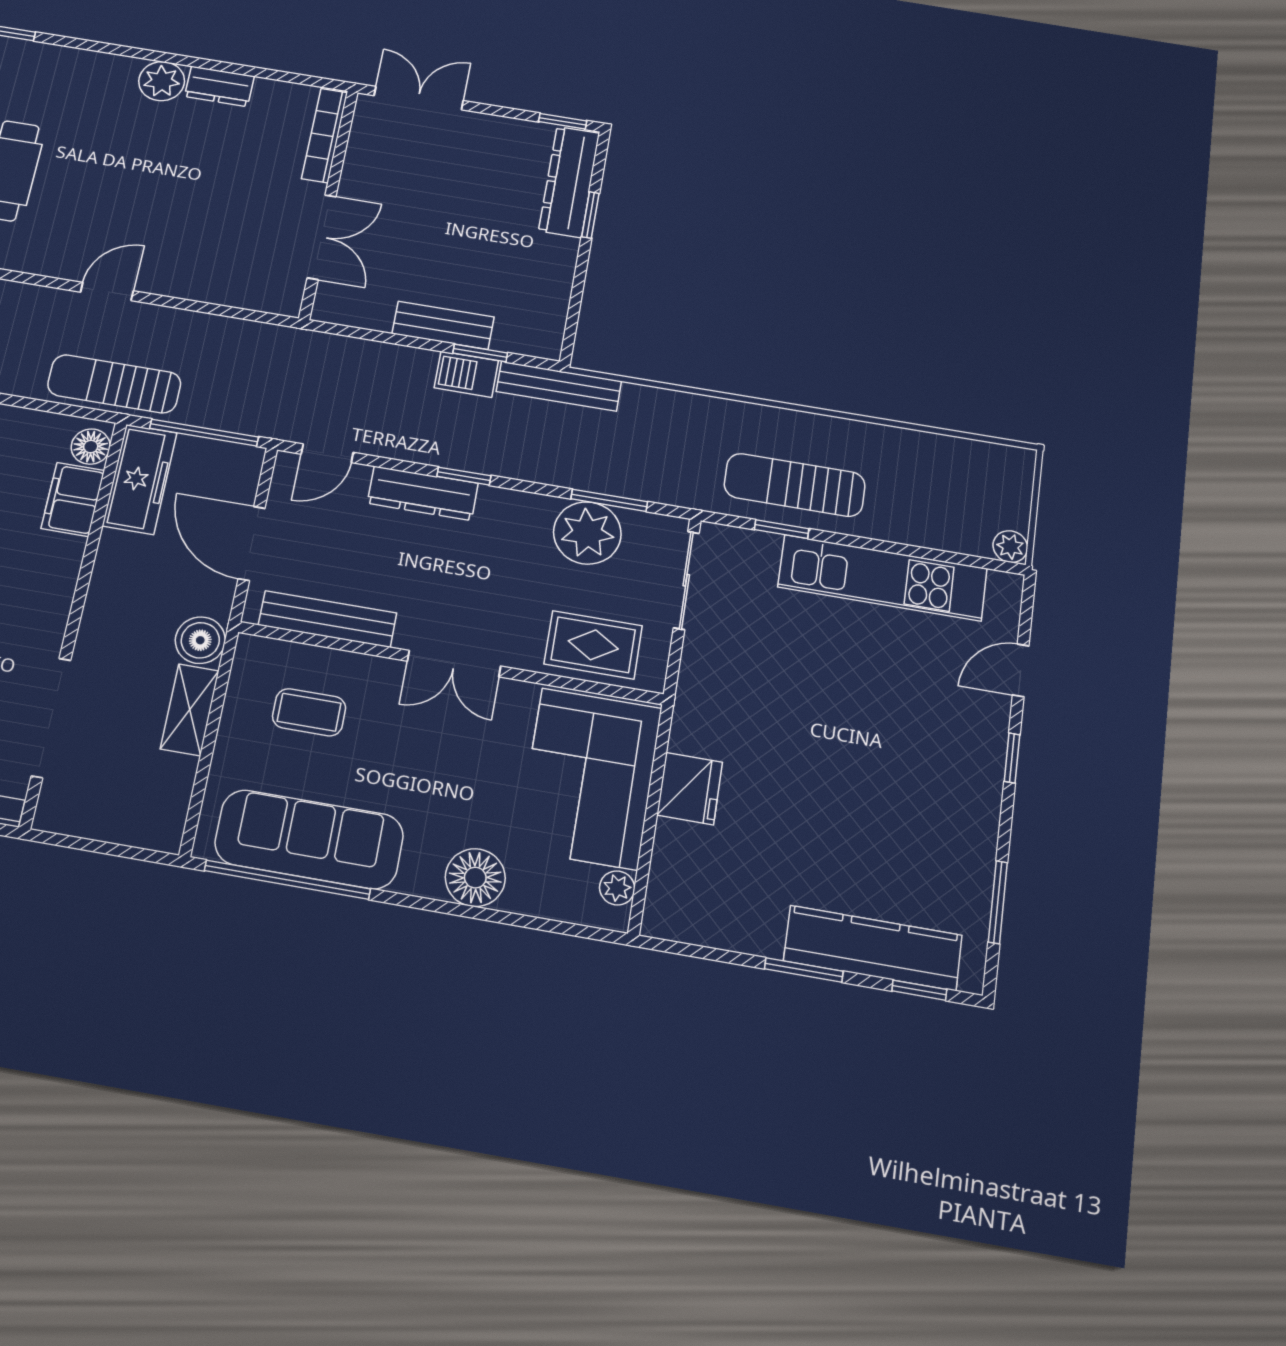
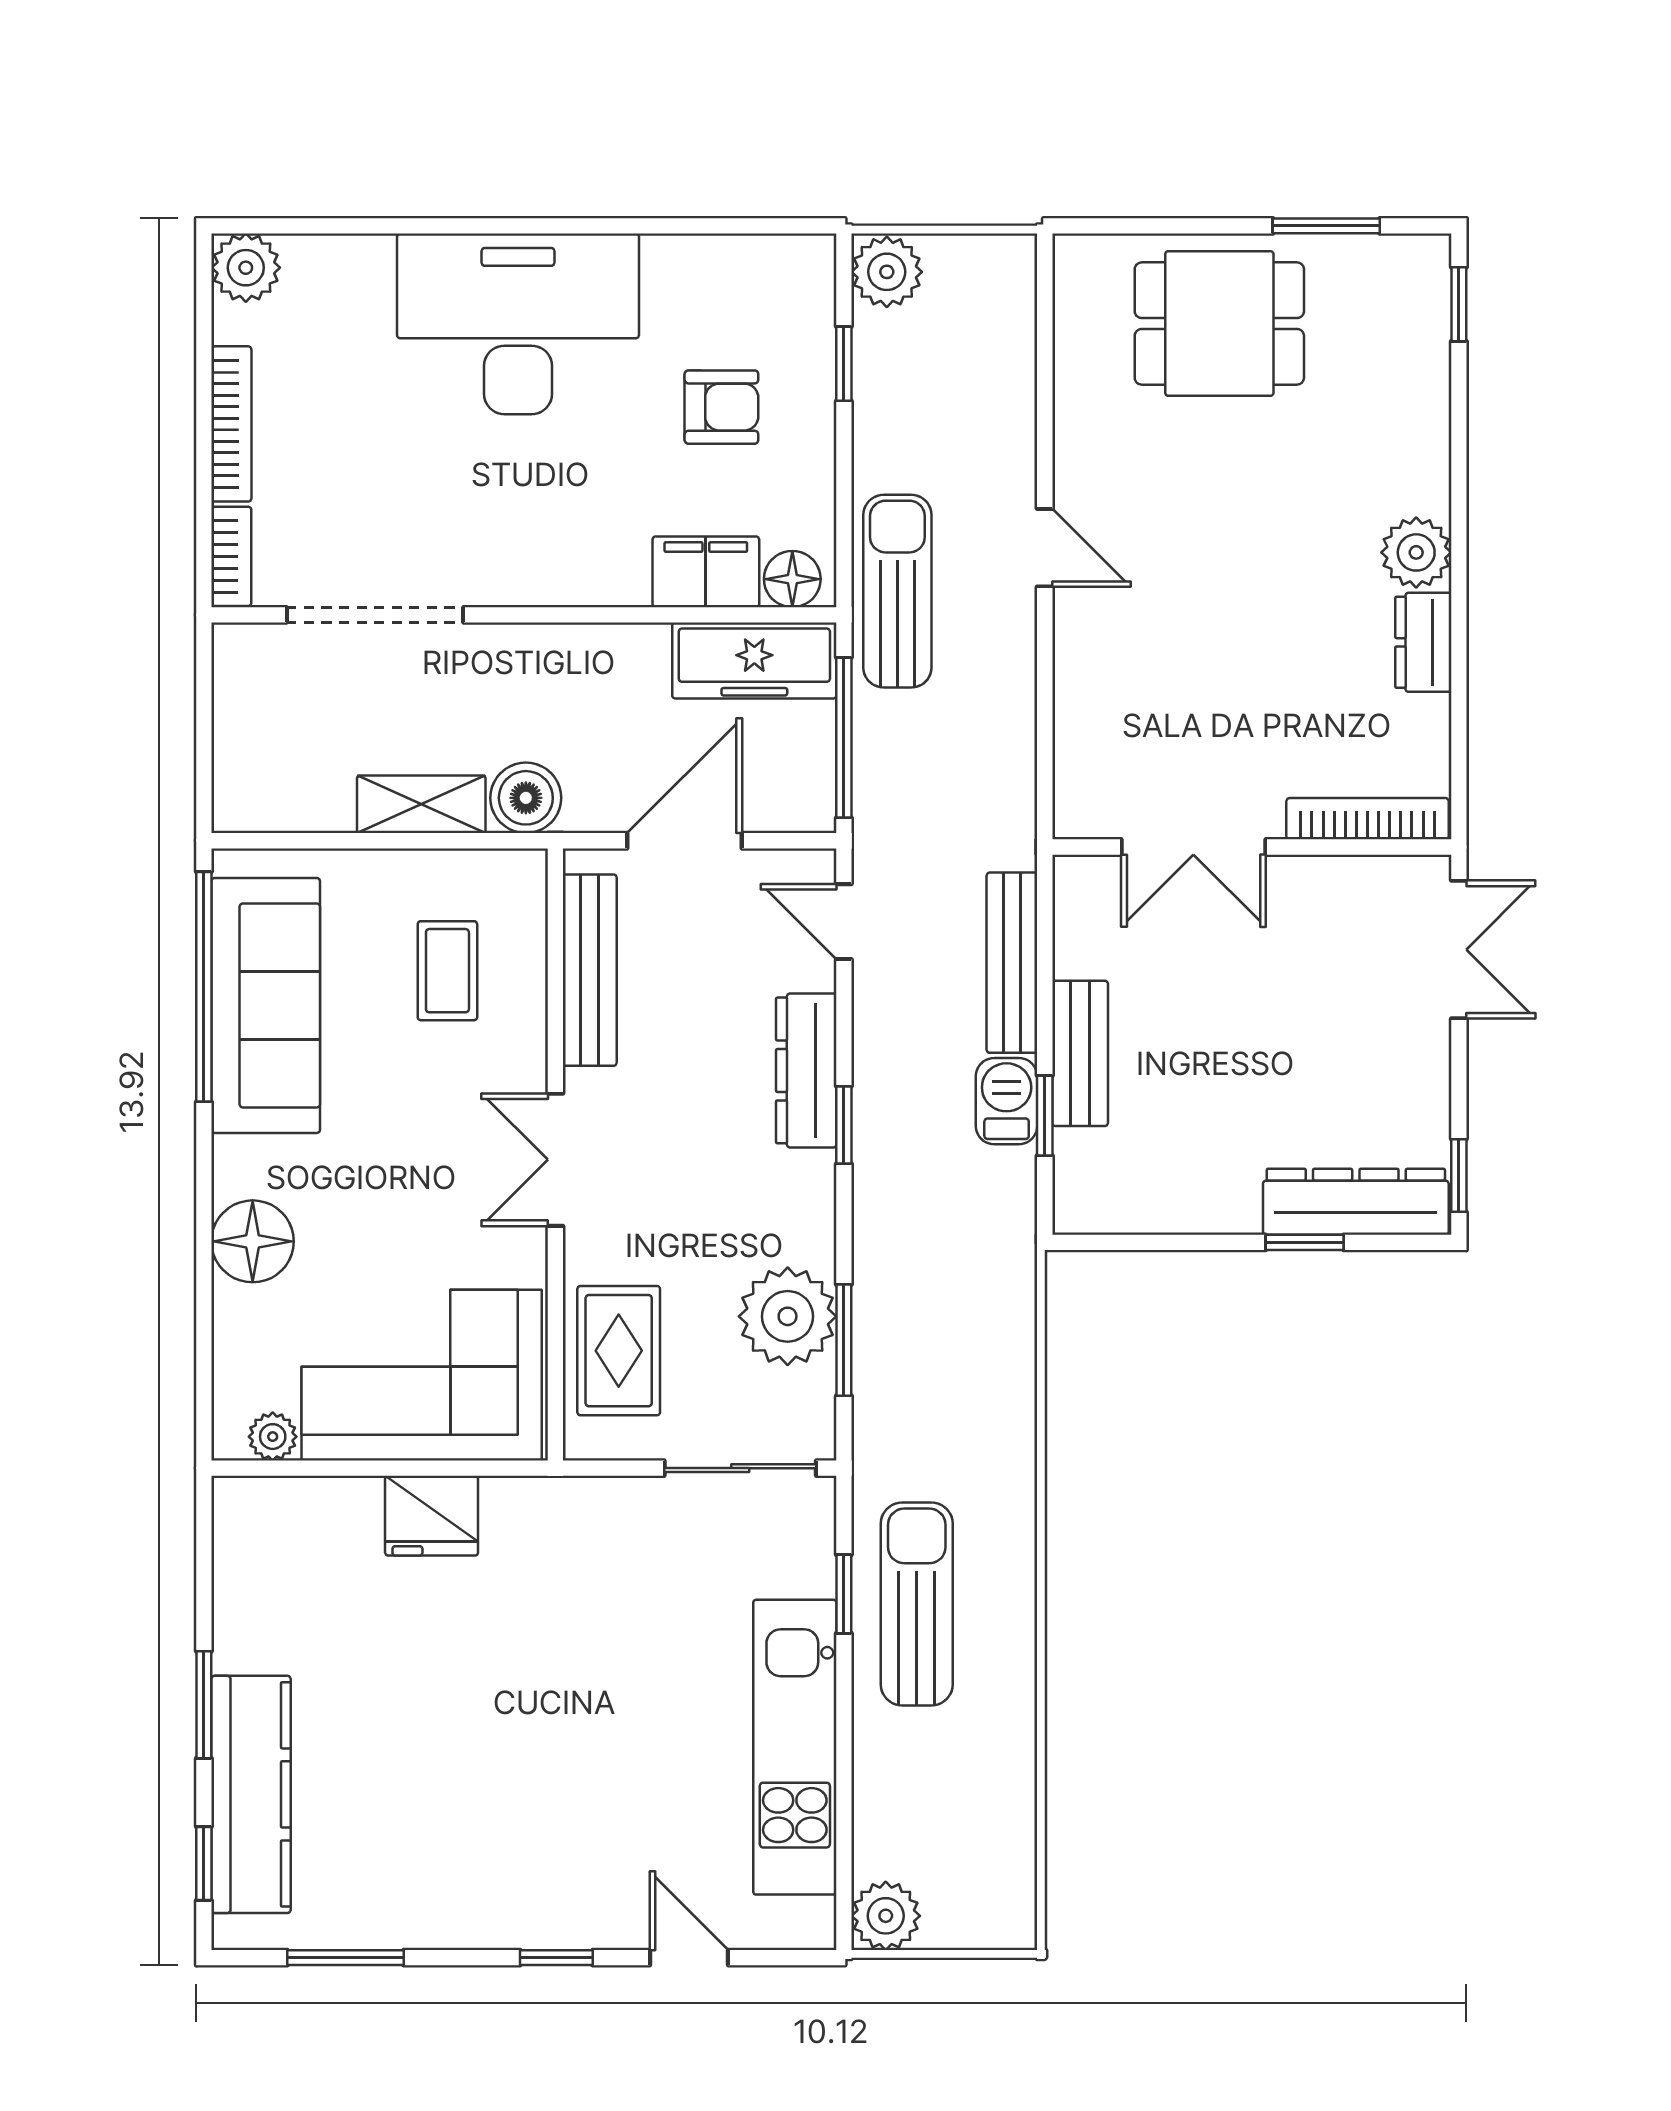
bench: (559, 386) -> (1012, 963), moved
plant: (1010, 547) -> (886, 1916), width x1.38, depth x1.38

